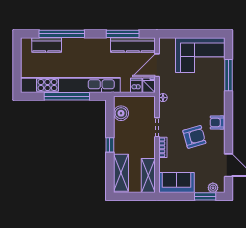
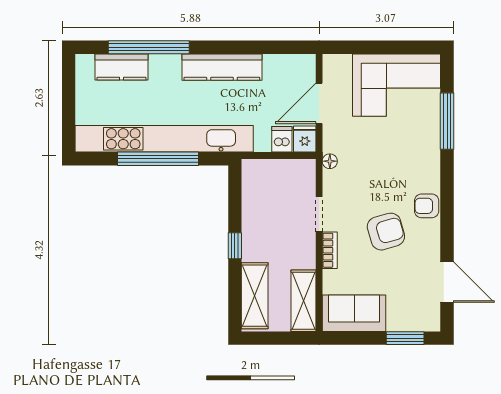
window: (123, 34) -> (258, 47), removed
kitchen counter: (133, 45) -> (222, 67), moved
boiler: (121, 113) -> (255, 189), removed
plant: (213, 188) -> (419, 323), removed

